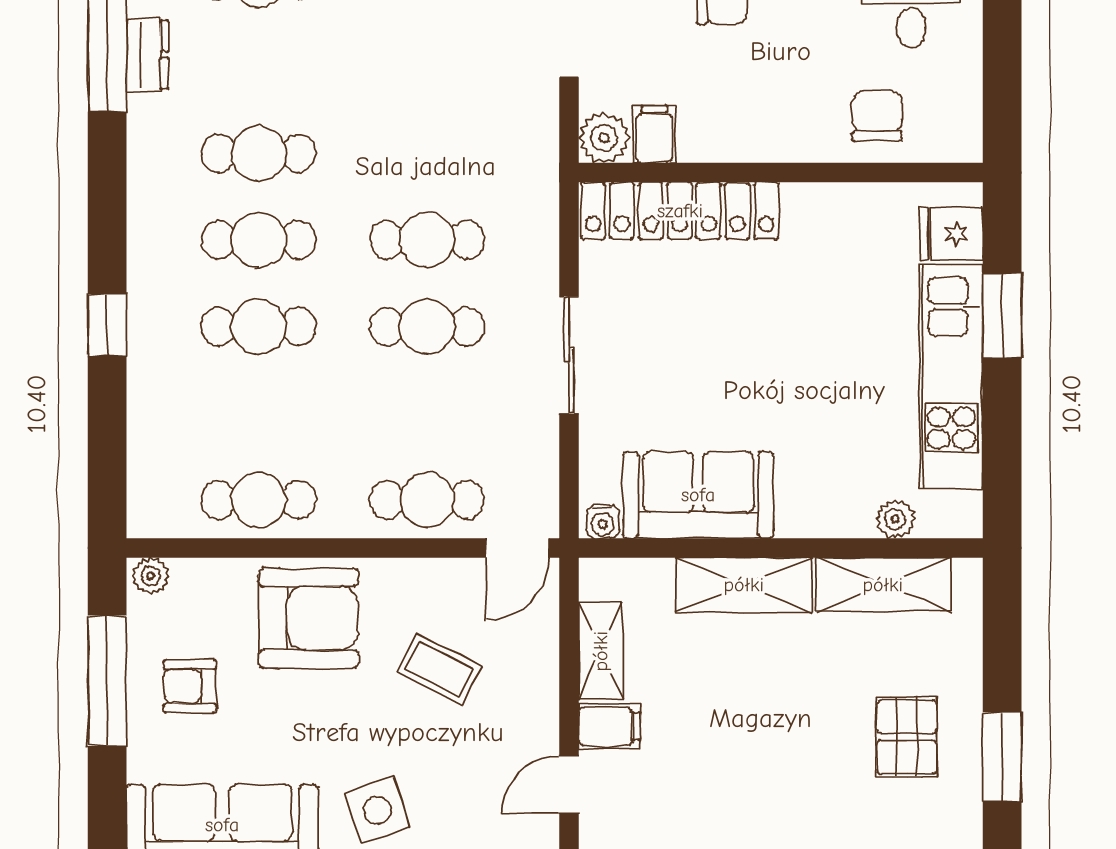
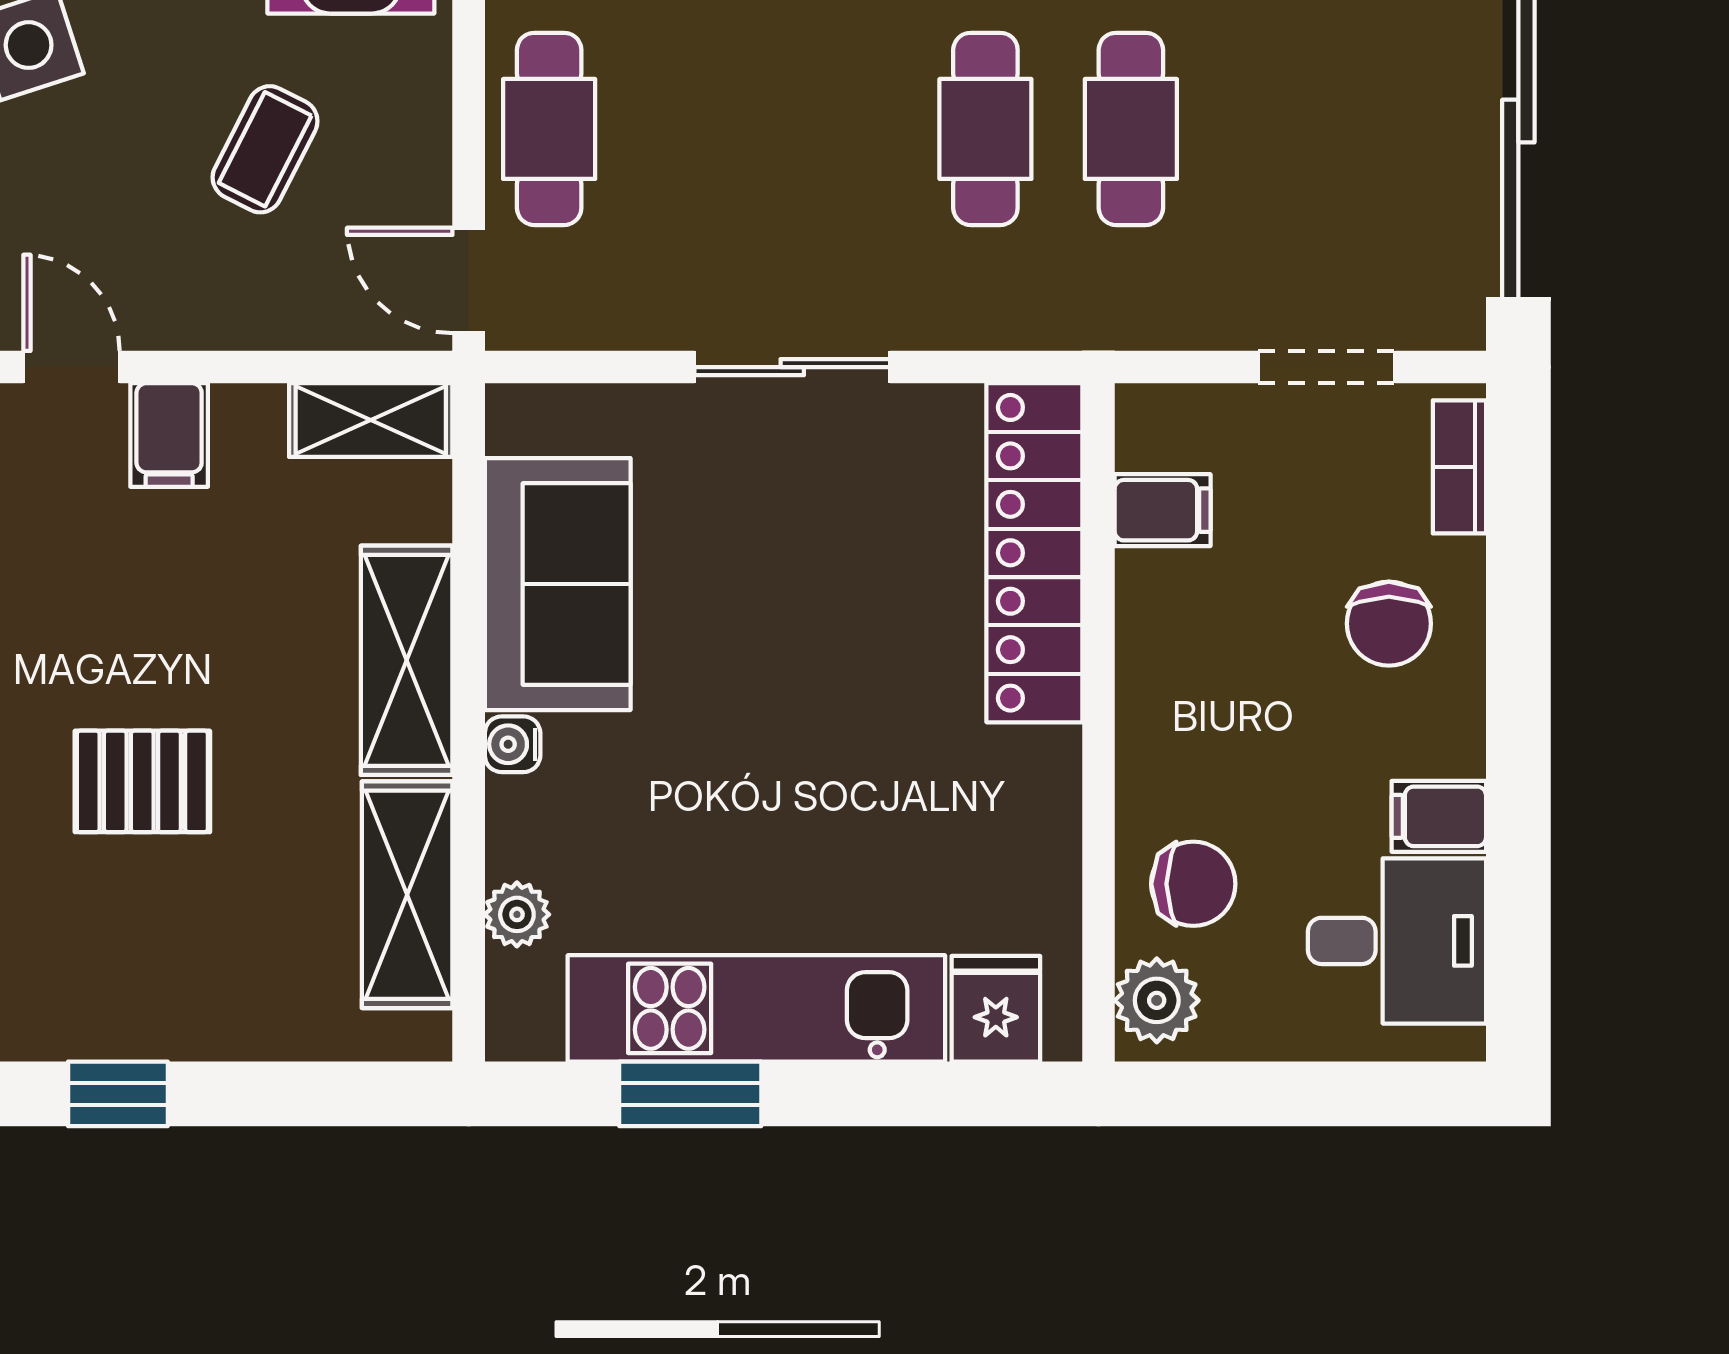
plant: (604, 138) -> (1157, 1000), moved
window: (1002, 316) -> (690, 1094), moved
cafe table: (427, 327) -> (1131, 129), moved
water cooler: (603, 522) -> (513, 744), moved
shelving: (601, 651) -> (371, 420), moved
pallet: (907, 737) -> (142, 781), moved
window: (1002, 757) -> (118, 1094), width x0.67

